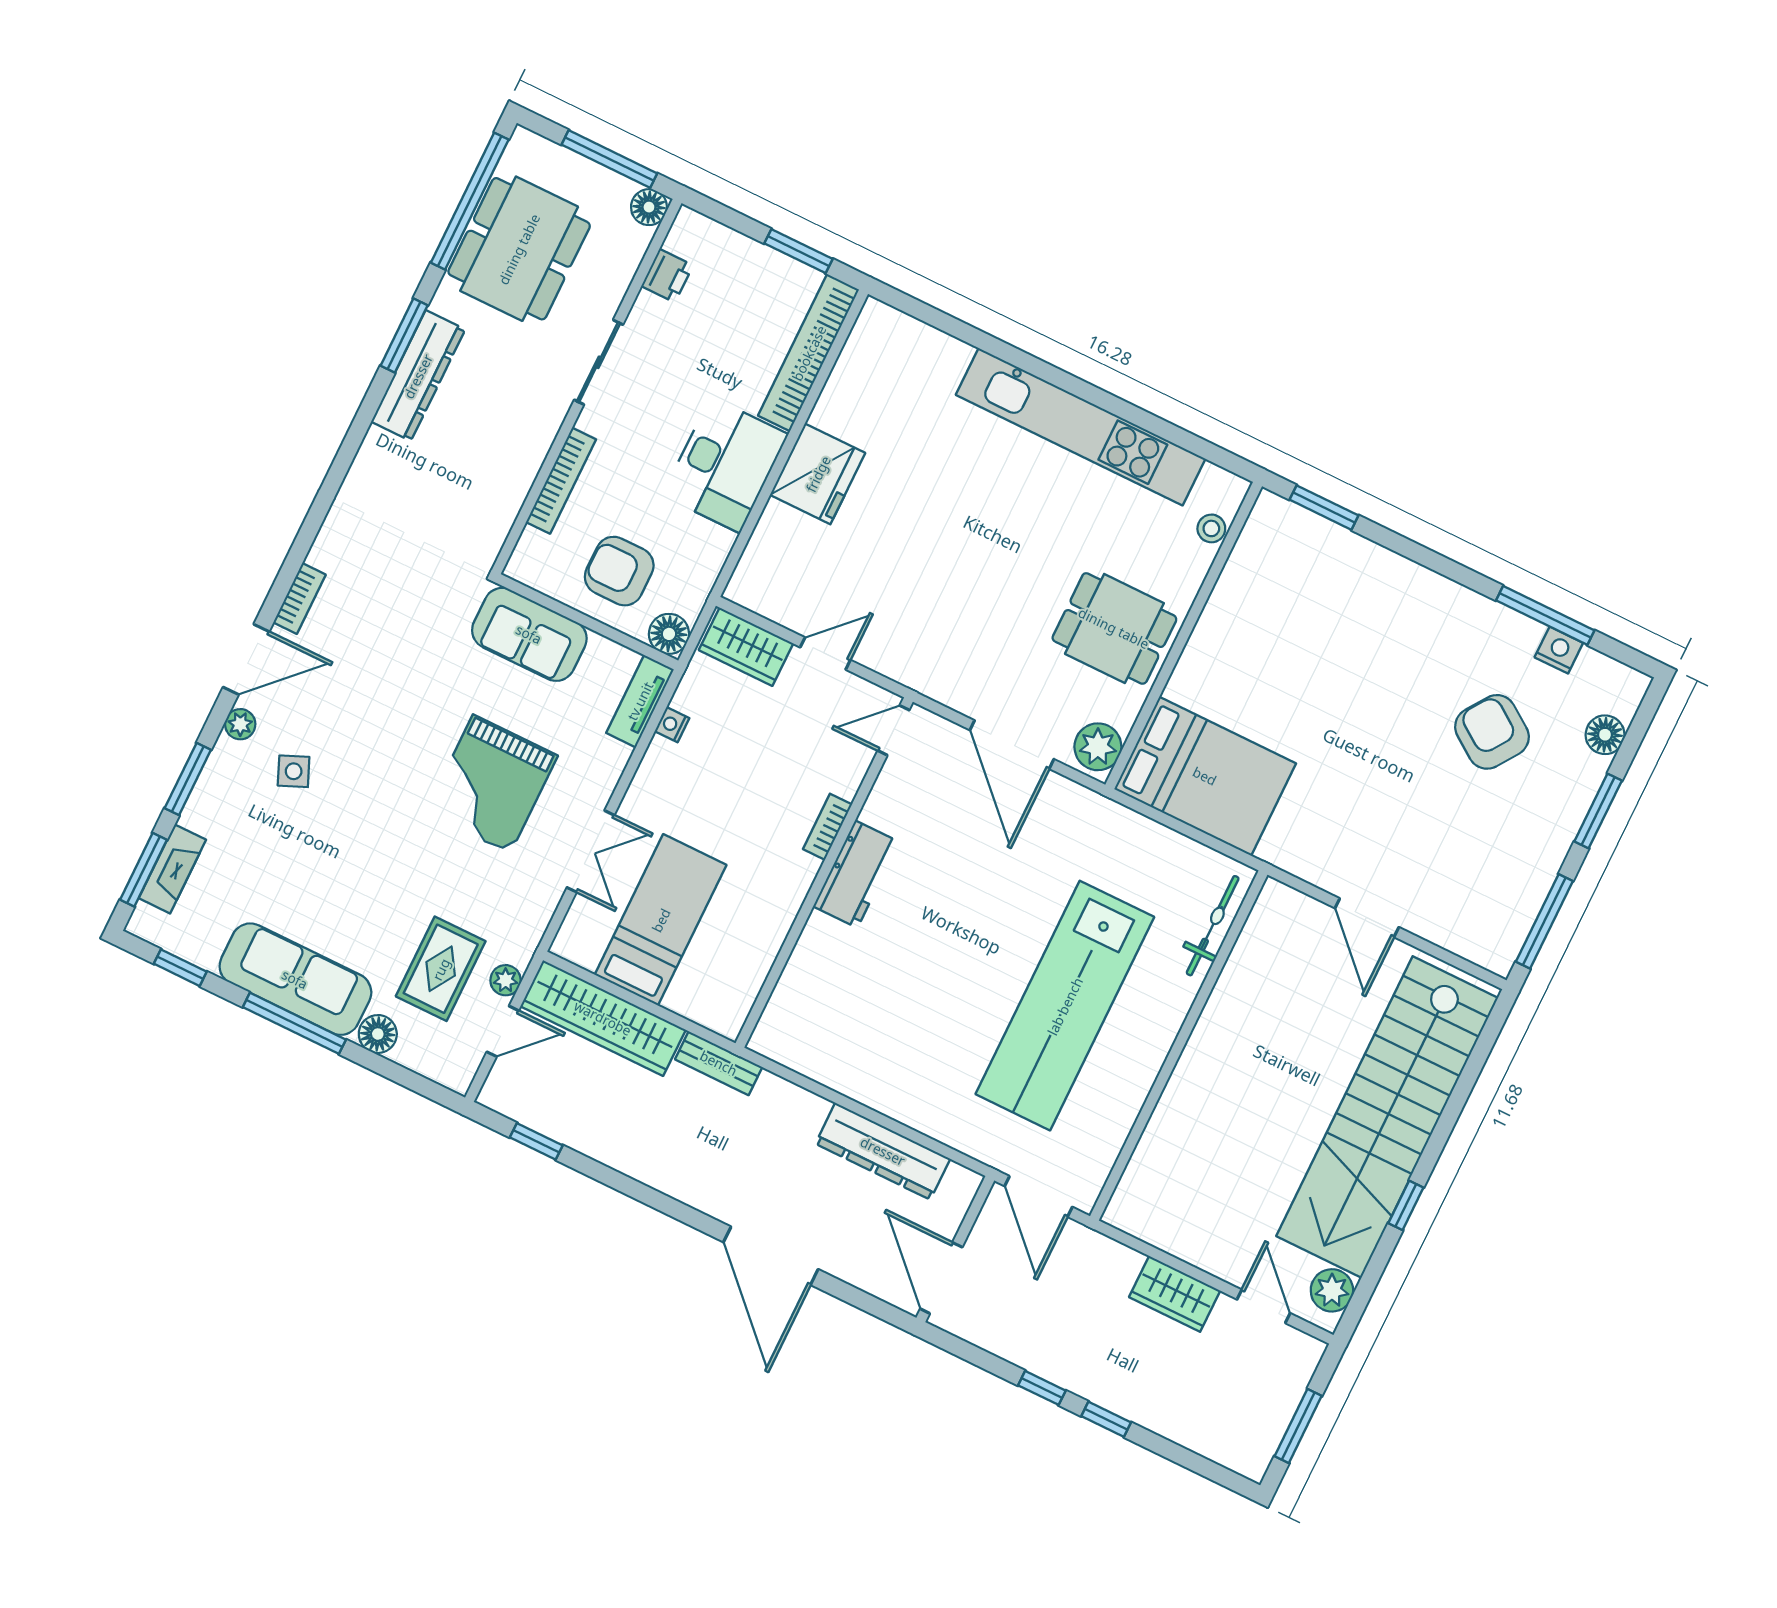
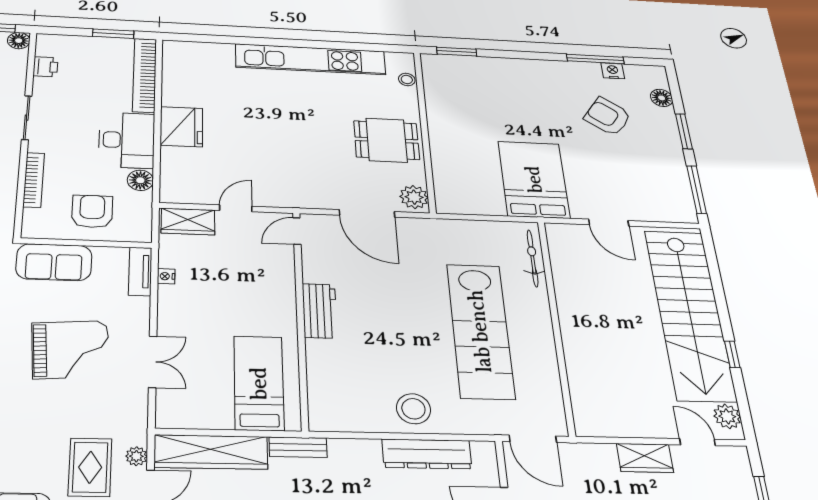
armchair: (619, 571) -> (92, 211), turned 90
floor lamp: (669, 634) -> (140, 180), moved
bed: (1205, 776) -> (534, 179), moved, turned -90
grand piano: (492, 784) -> (71, 349), turned -94
bookcase: (827, 827) -> (288, 293), removed
bed: (661, 920) -> (259, 383), moved
stool: (902, 1079) -> (413, 409), added

